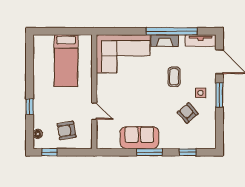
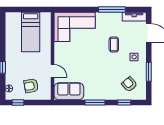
window: (172, 31) -> (112, 9), width x0.68
fireplace: (165, 41) -> (107, 17), removed
window: (219, 95) -> (149, 72), moved
armchair: (188, 113) -> (129, 84), moved
sofa: (139, 138) -> (69, 91), moved

